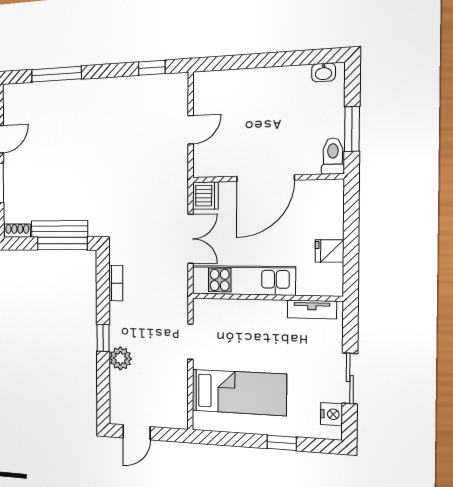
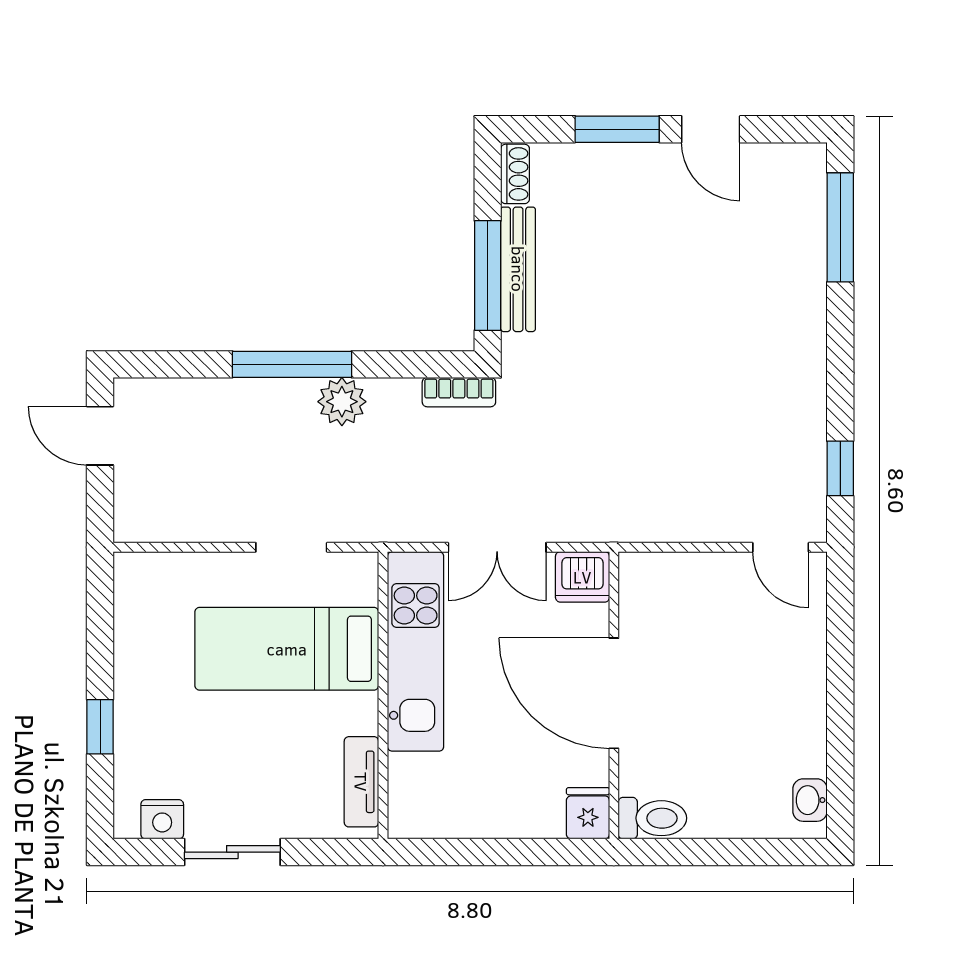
window: (56, 74) -> (840, 227), moved
window: (352, 129) -> (702, 852), removed
door: (191, 130) -> (781, 547), moved
fridge: (329, 251) -> (588, 813), moved
bookcase: (116, 283) -> (459, 392), moved
window: (103, 338) -> (292, 364), width x2.17
plant: (120, 358) -> (342, 402), moved
bed: (239, 392) -> (287, 649), moved, turned 90

